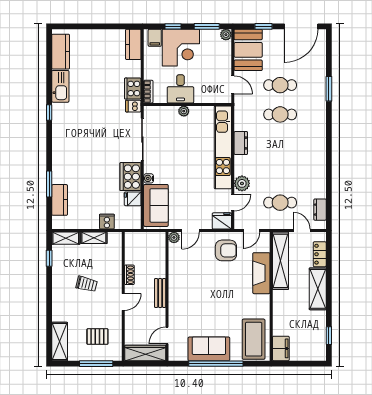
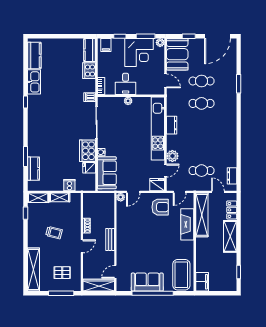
corner desk: (181, 48) -> (139, 52), moved
cooker: (133, 89) -> (89, 71), moved
shelving: (60, 341) -> (33, 270), width x1.47

